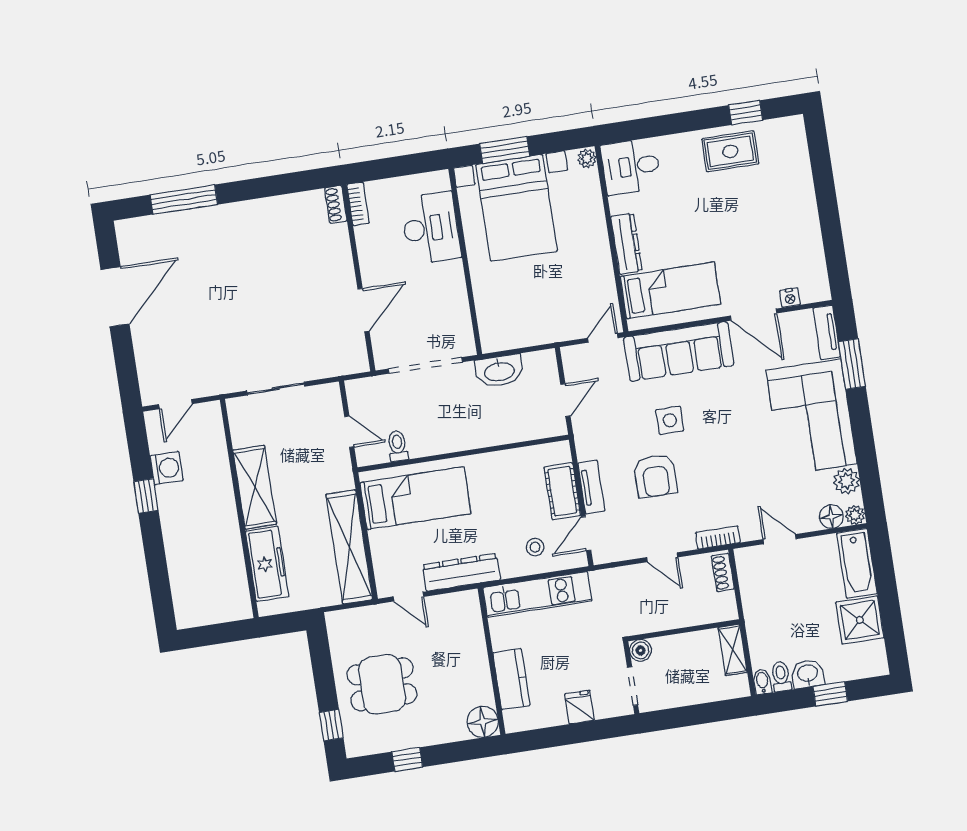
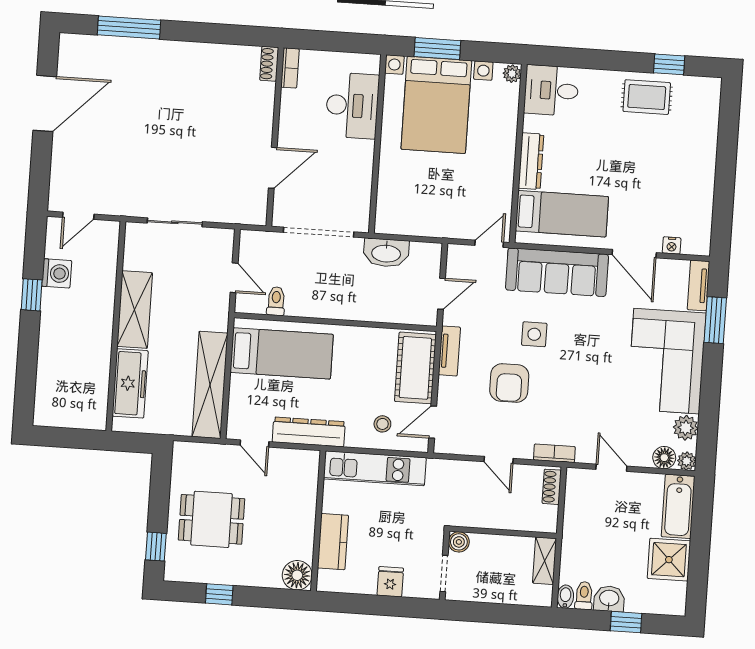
tv unit: (591, 487) -> (449, 351), moved
cot: (562, 491) -> (415, 368), width x1.37, depth x1.34

